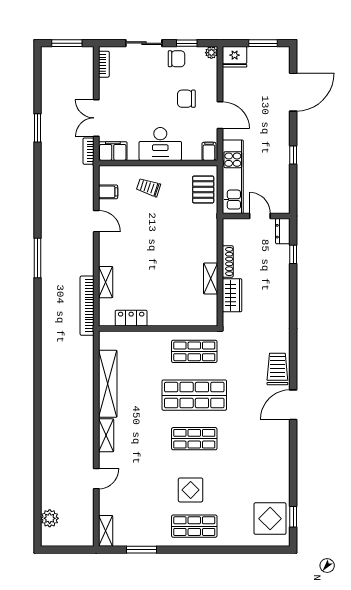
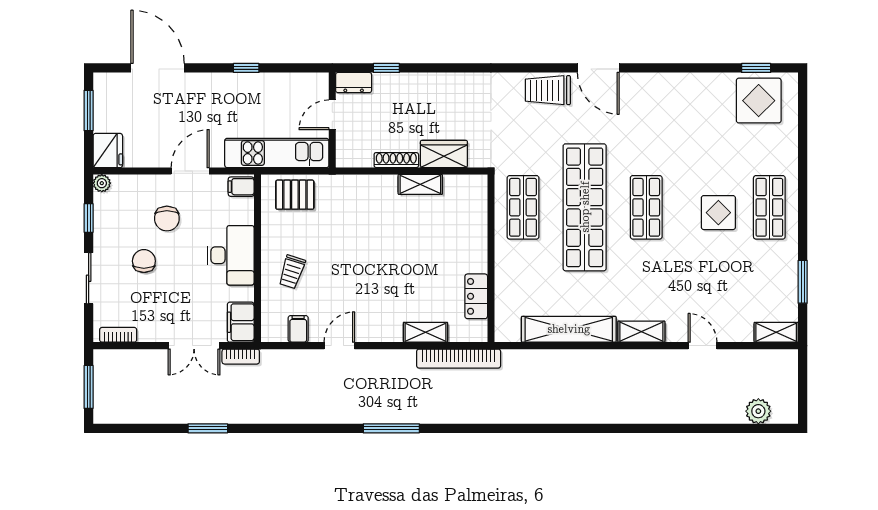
chair: (177, 59) -> (144, 261), moved
shop shelf: (194, 395) -> (585, 207), width x1.40

